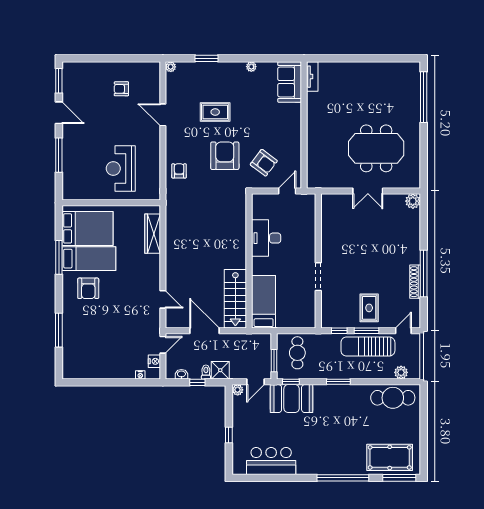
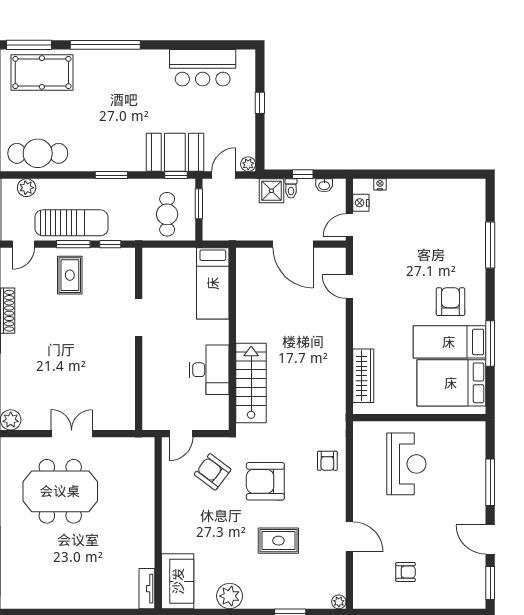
plant: (251, 67) -> (230, 596), width x1.87, depth x1.87
armchair: (225, 156) -> (265, 481), turned 90
stairs: (235, 299) -> (251, 383), moved

